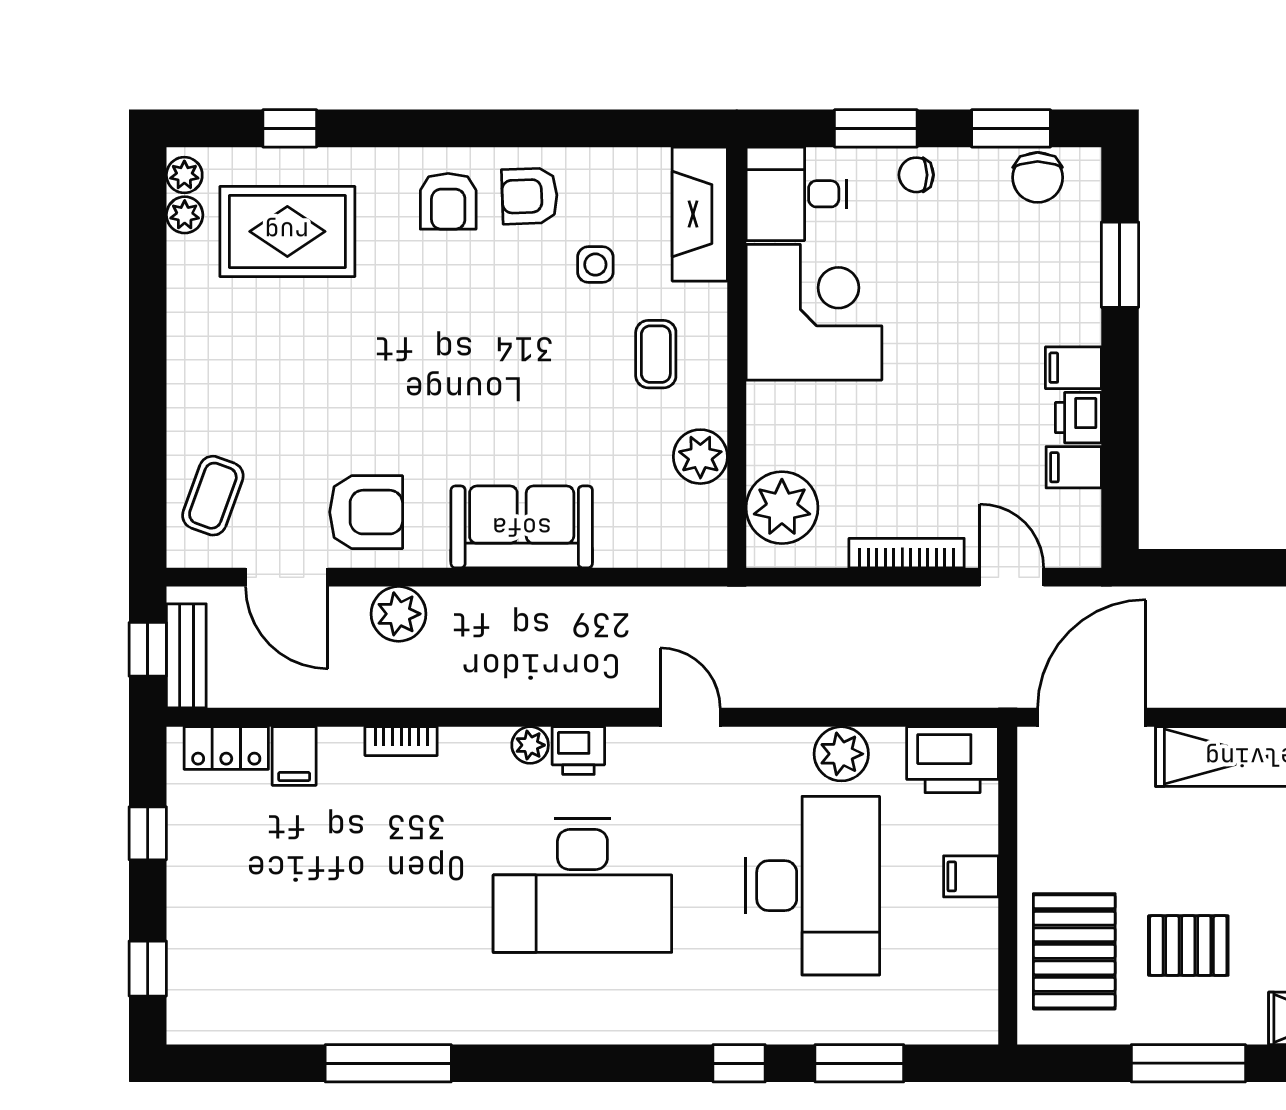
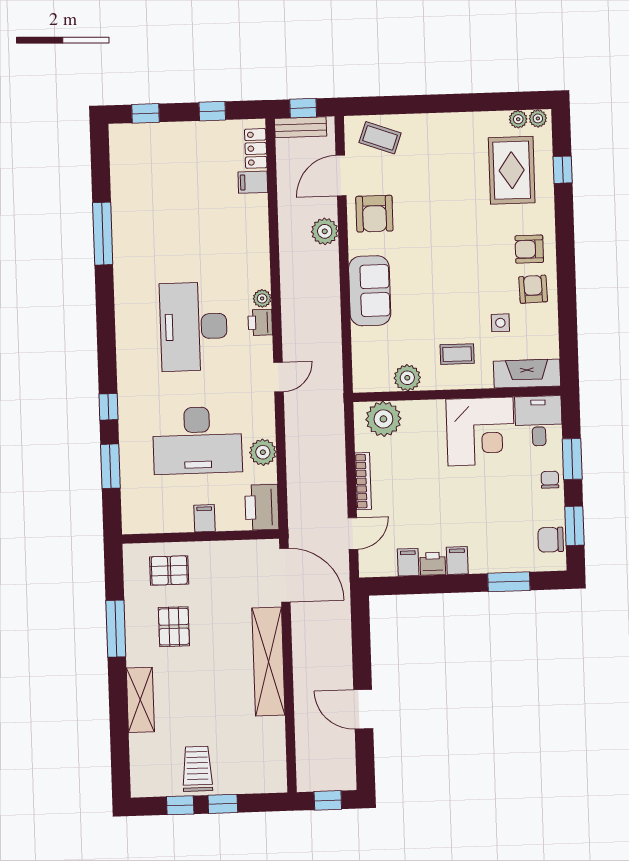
bookcase: (401, 741) -> (262, 235), removed
pallet: (1074, 951) -> (169, 570), width x0.67, depth x0.71

